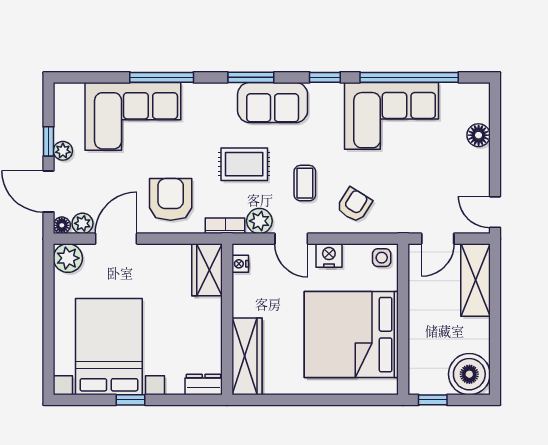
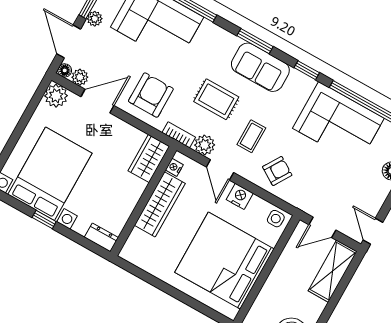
wardrobe: (247, 356) -> (160, 204), moved

